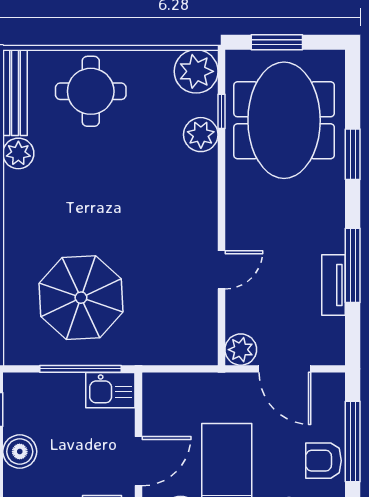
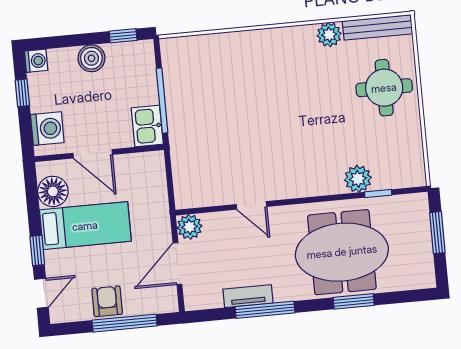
plant: (196, 71) -> (408, 170), removed
meeting table: (284, 120) -> (342, 252), moved
parasol: (81, 298) -> (219, 95), removed

